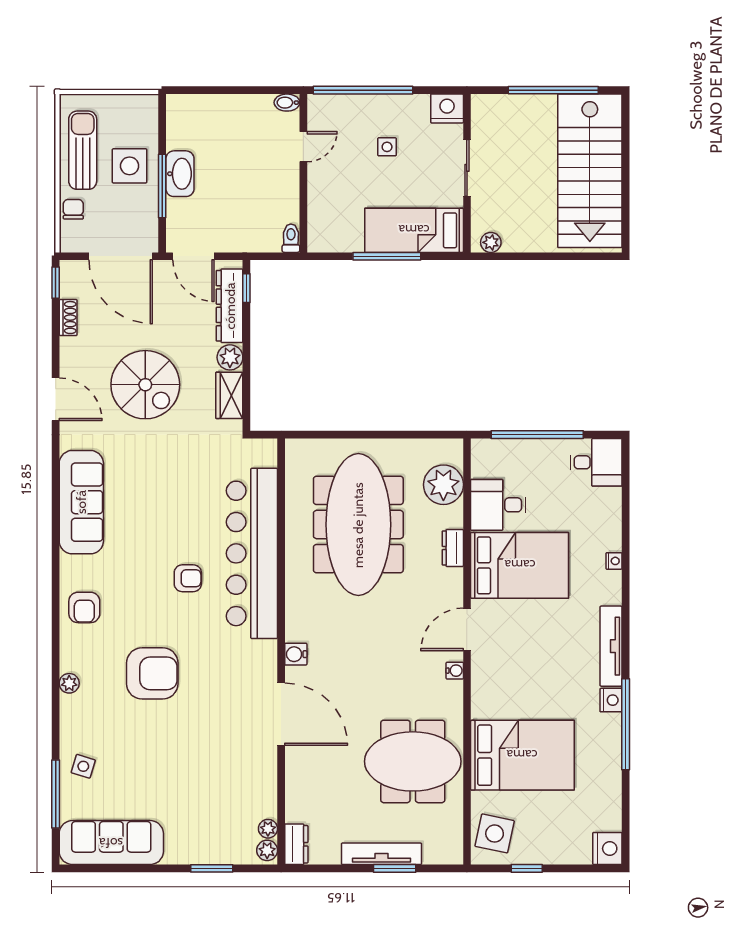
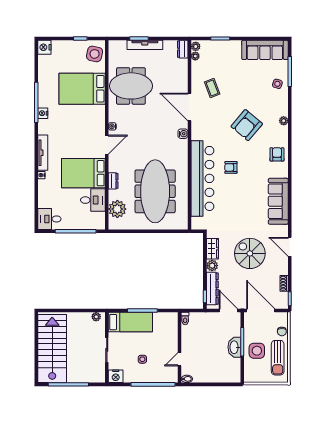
tv unit: (611, 646) -> (43, 153), moved
armchair: (152, 673) -> (247, 125), turned -50
coffee table: (230, 757) -> (212, 88), added

